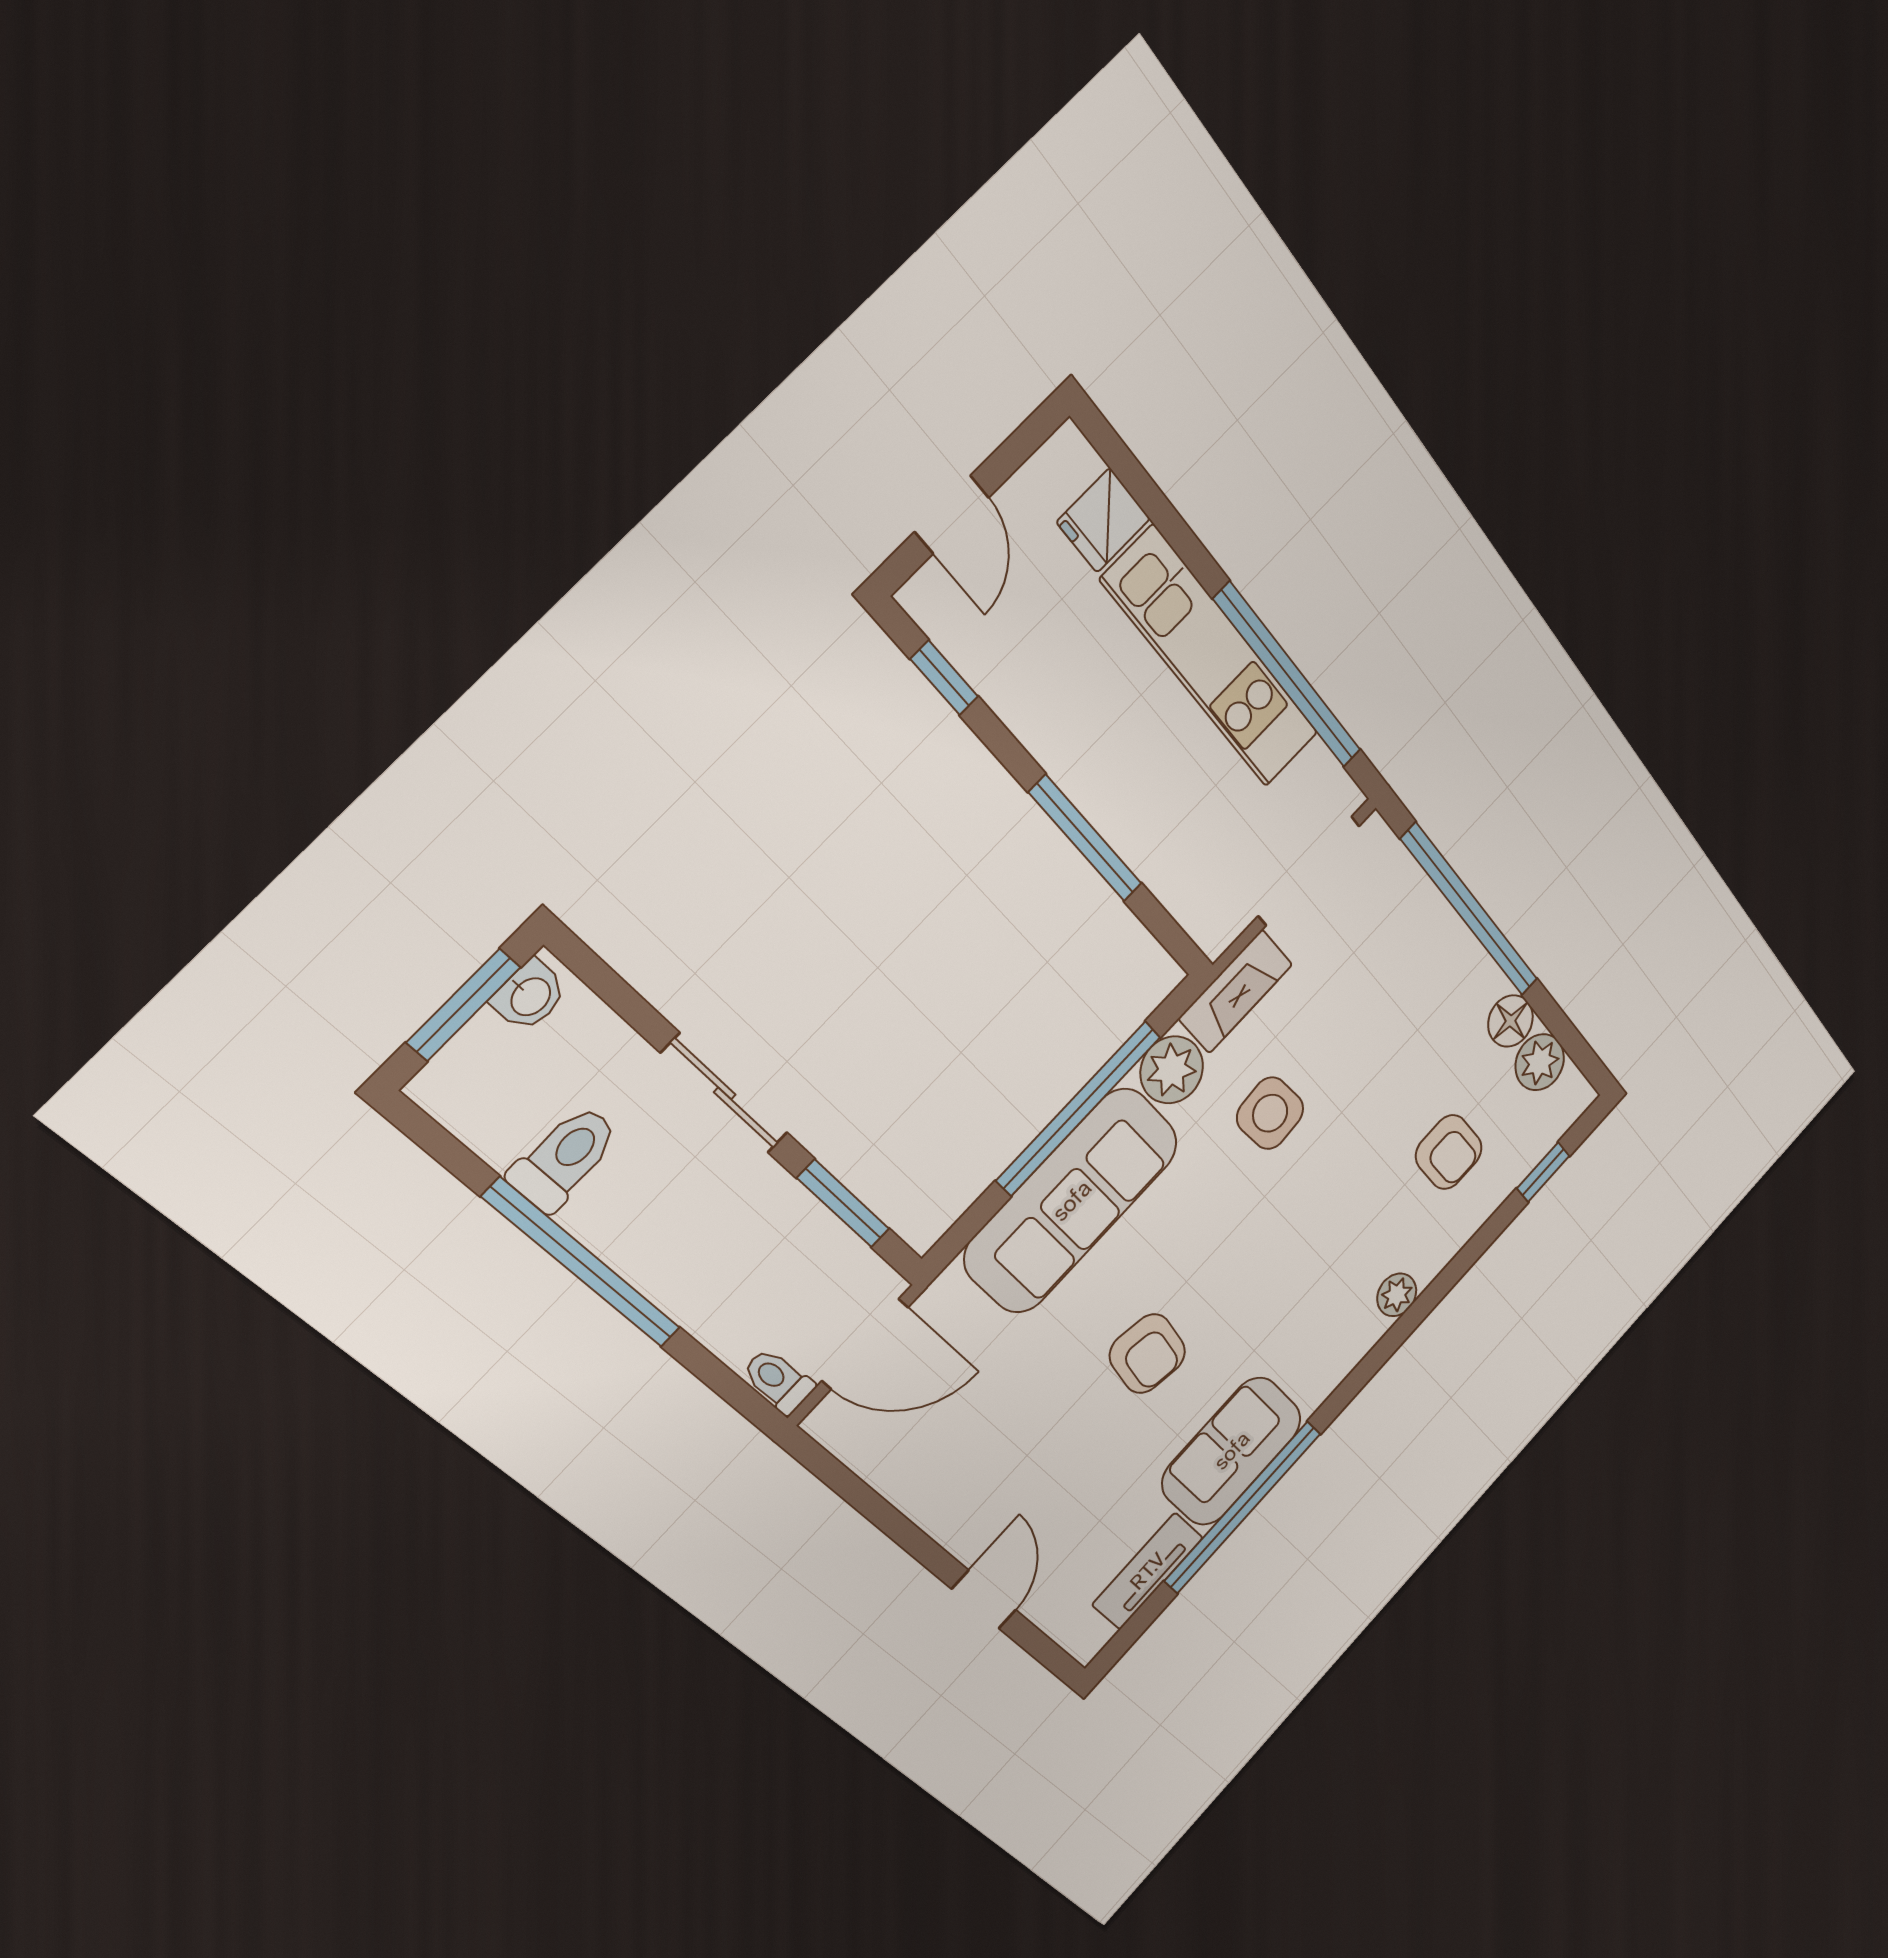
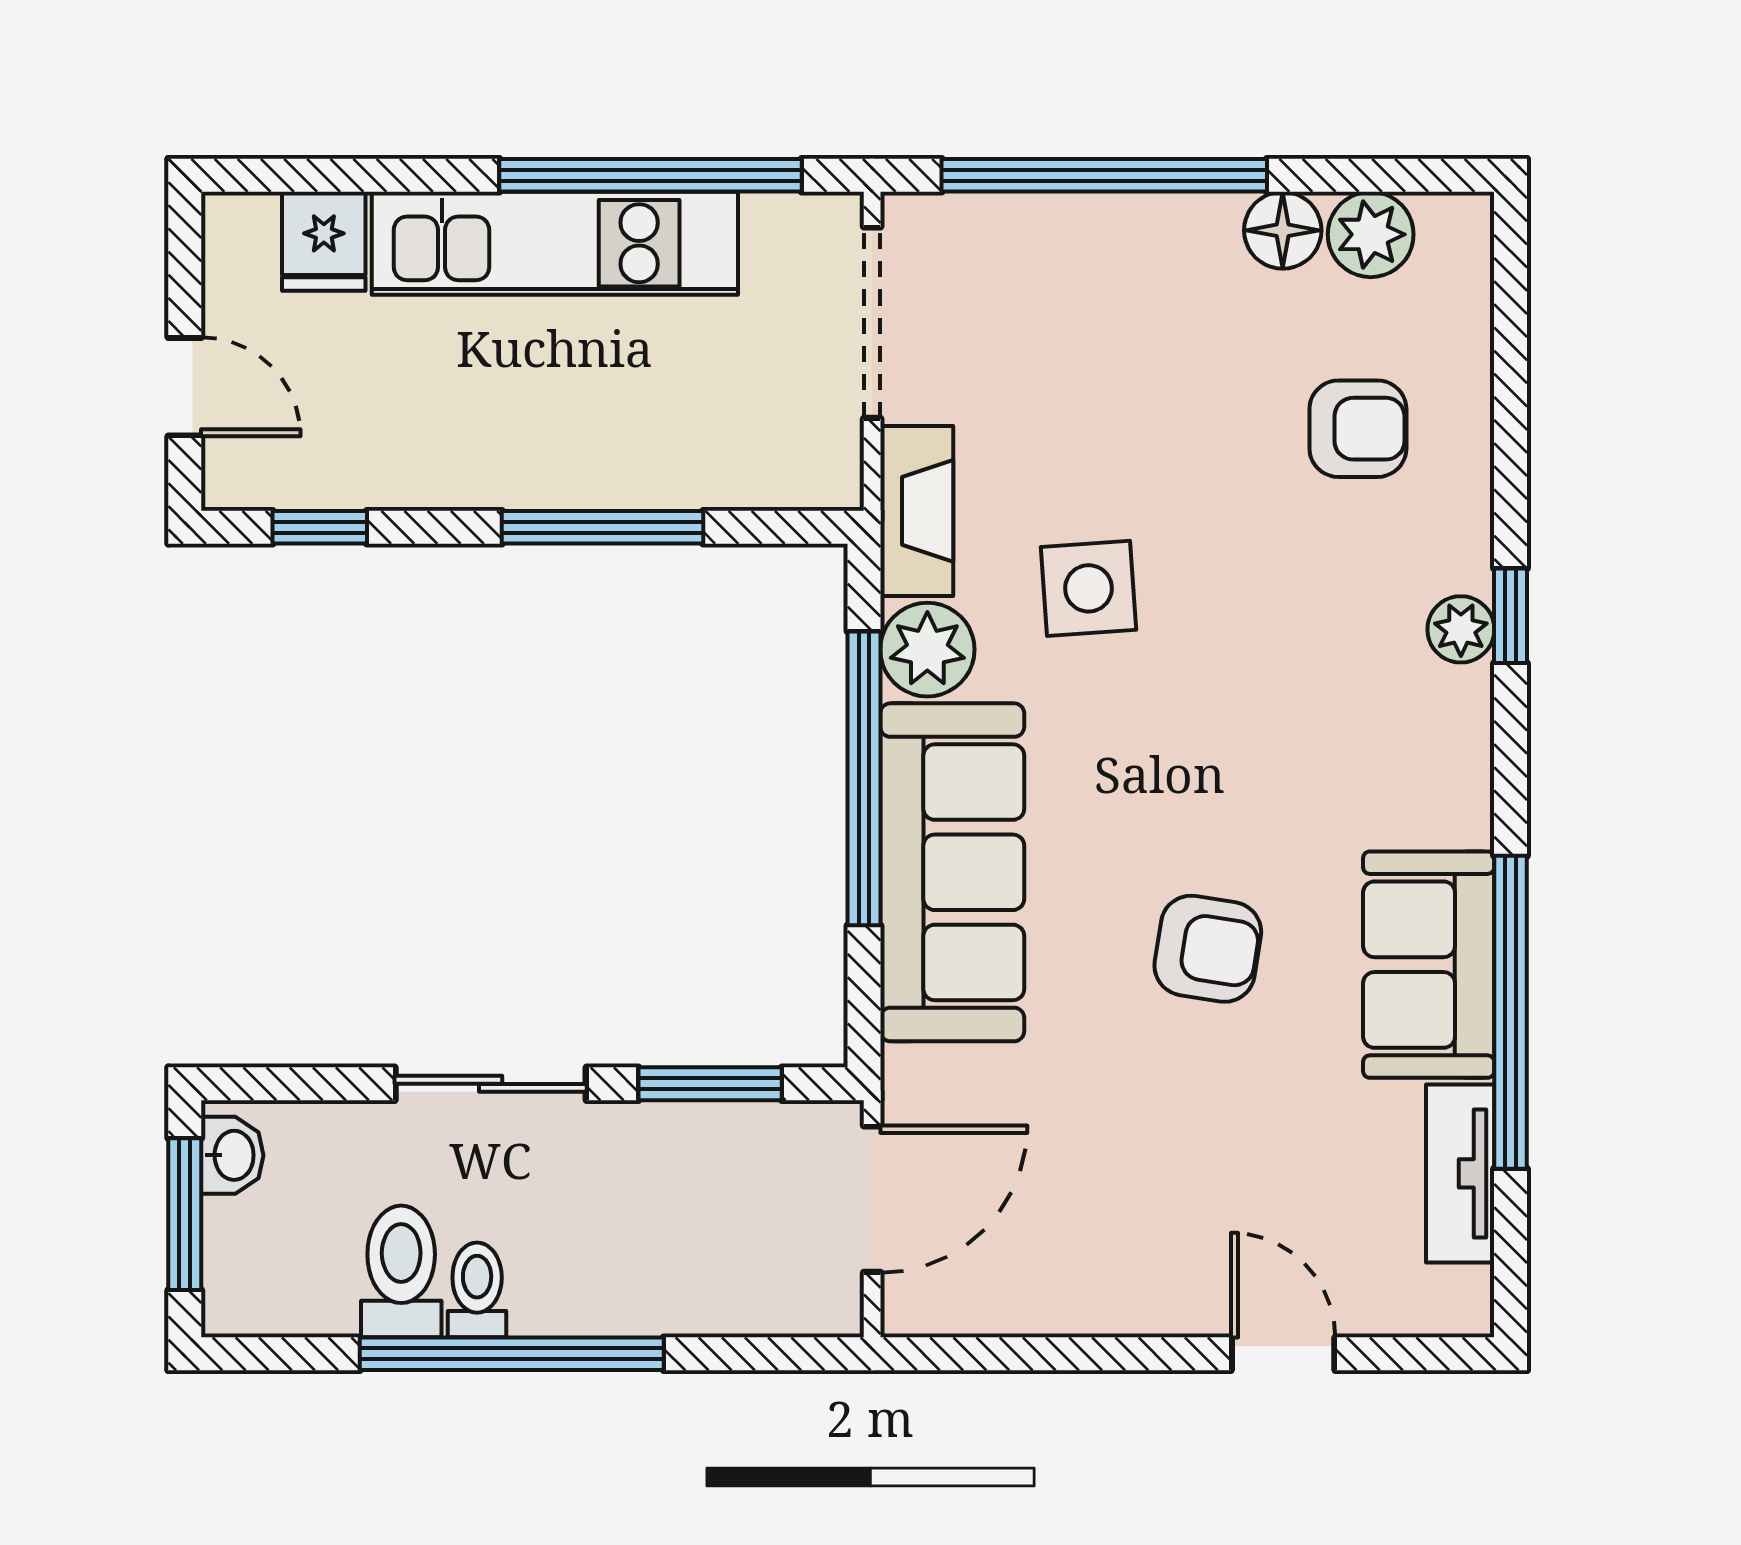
window: (1543, 1172) -> (1511, 616), moved
toilet: (778, 1381) -> (477, 1290), moved, turned 90

